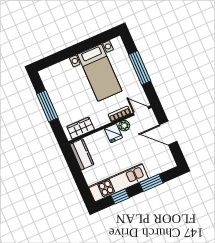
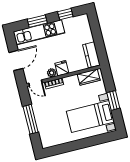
bed with nightstands: (100, 73) -> (90, 117), moved, turned -90
window: (47, 106) -> (113, 100), width x0.69
door: (168, 133) -> (16, 60), hinge flipped
kitchen unit: (118, 183) -> (39, 32), moved

